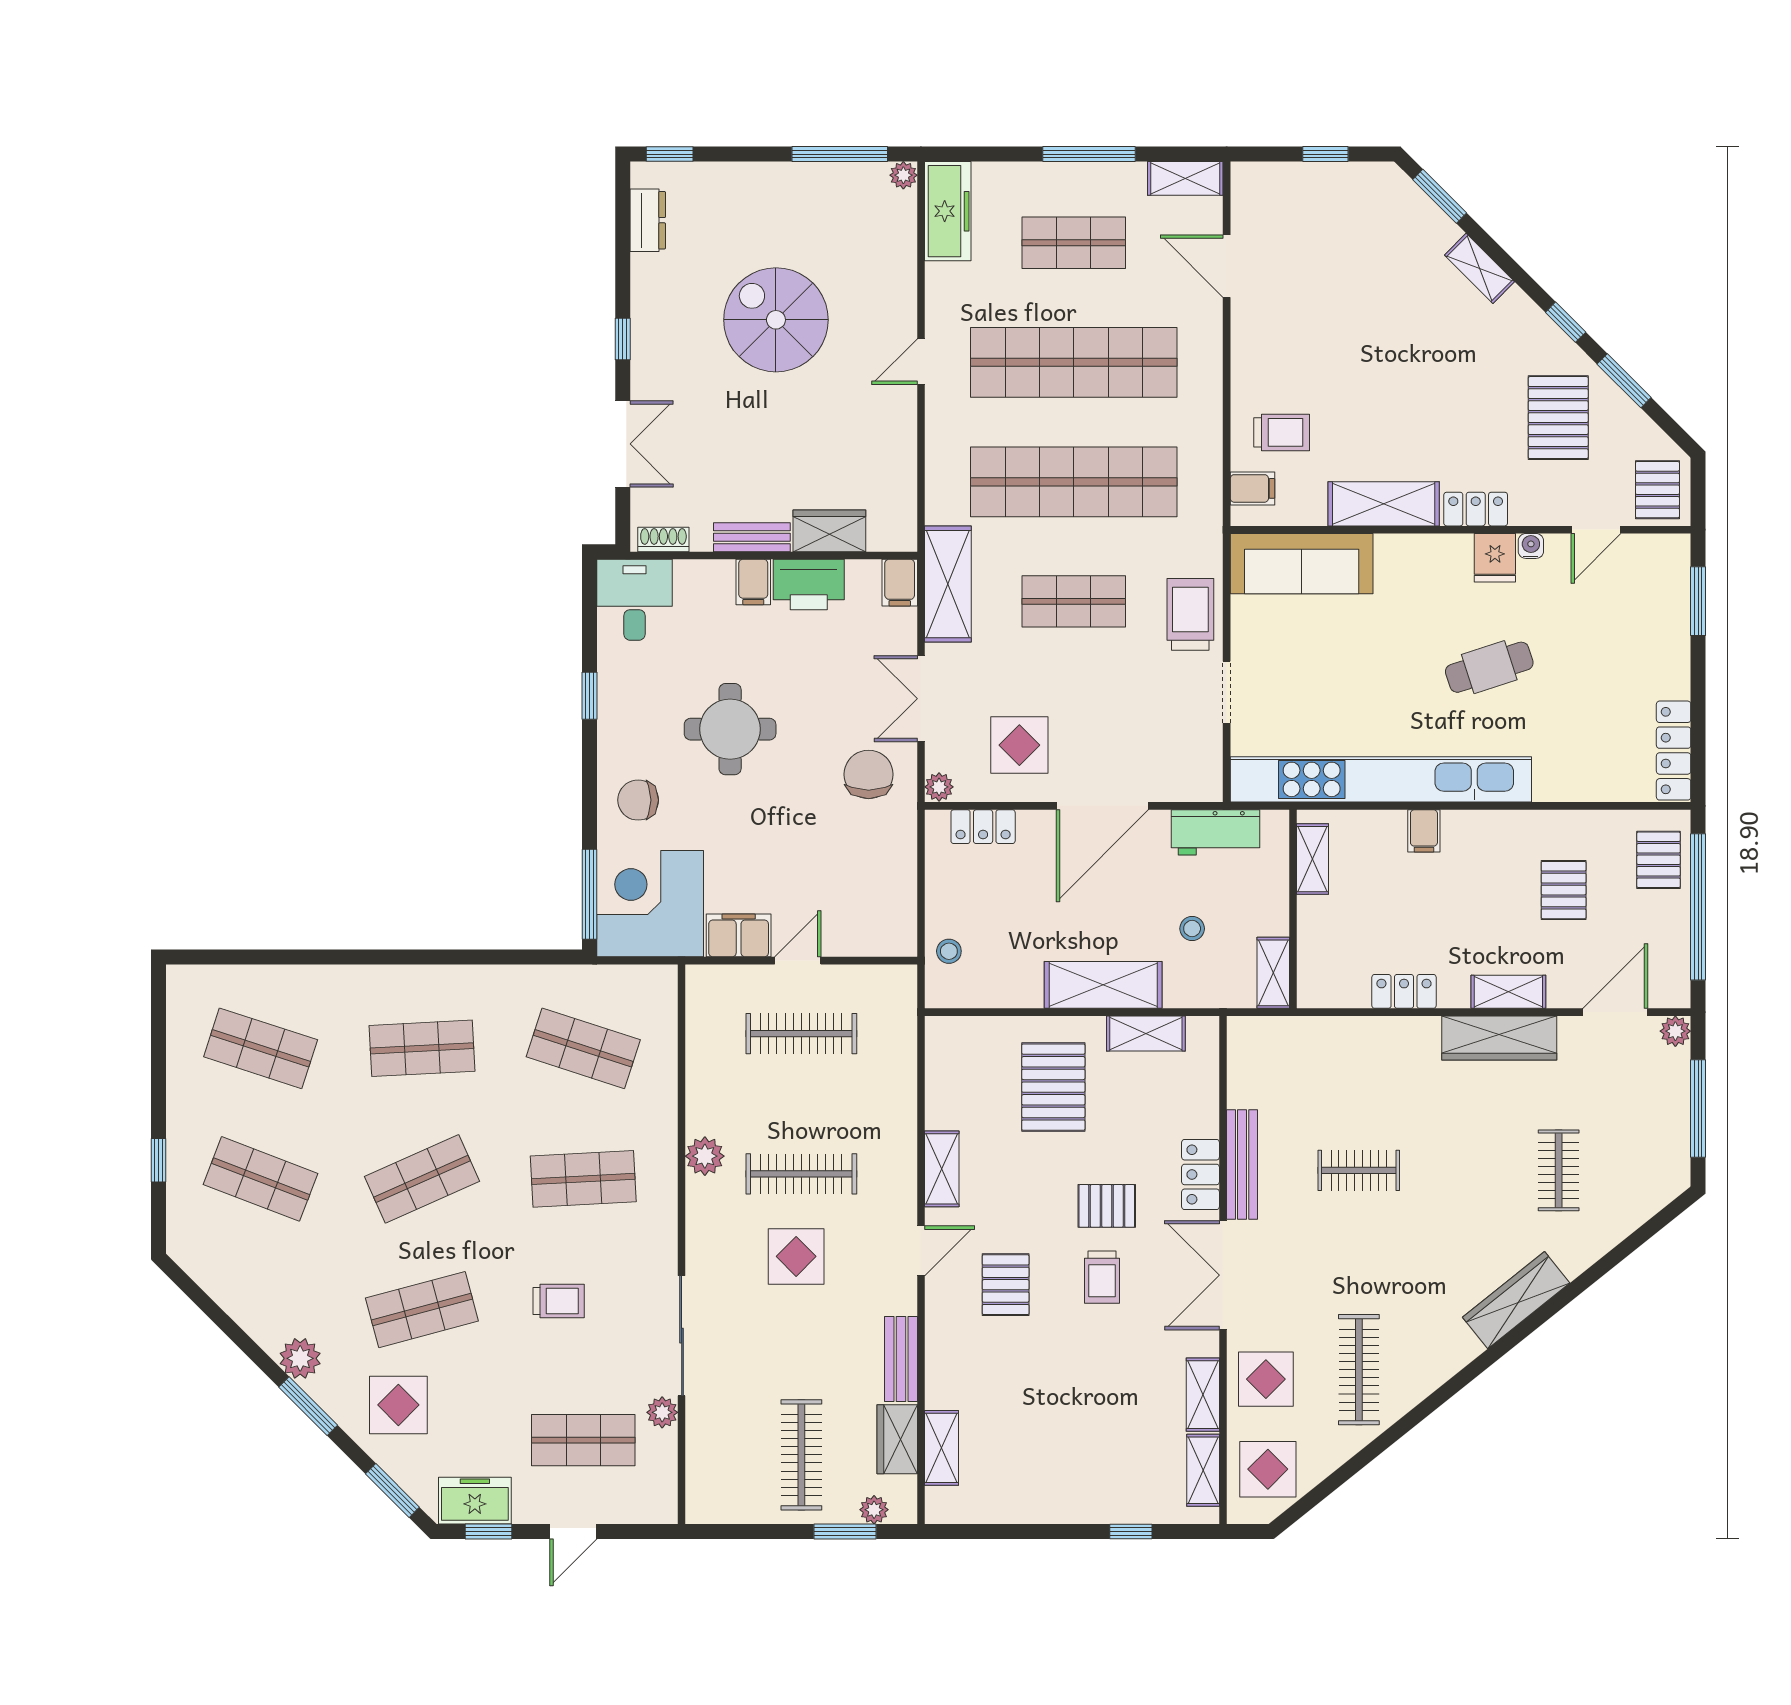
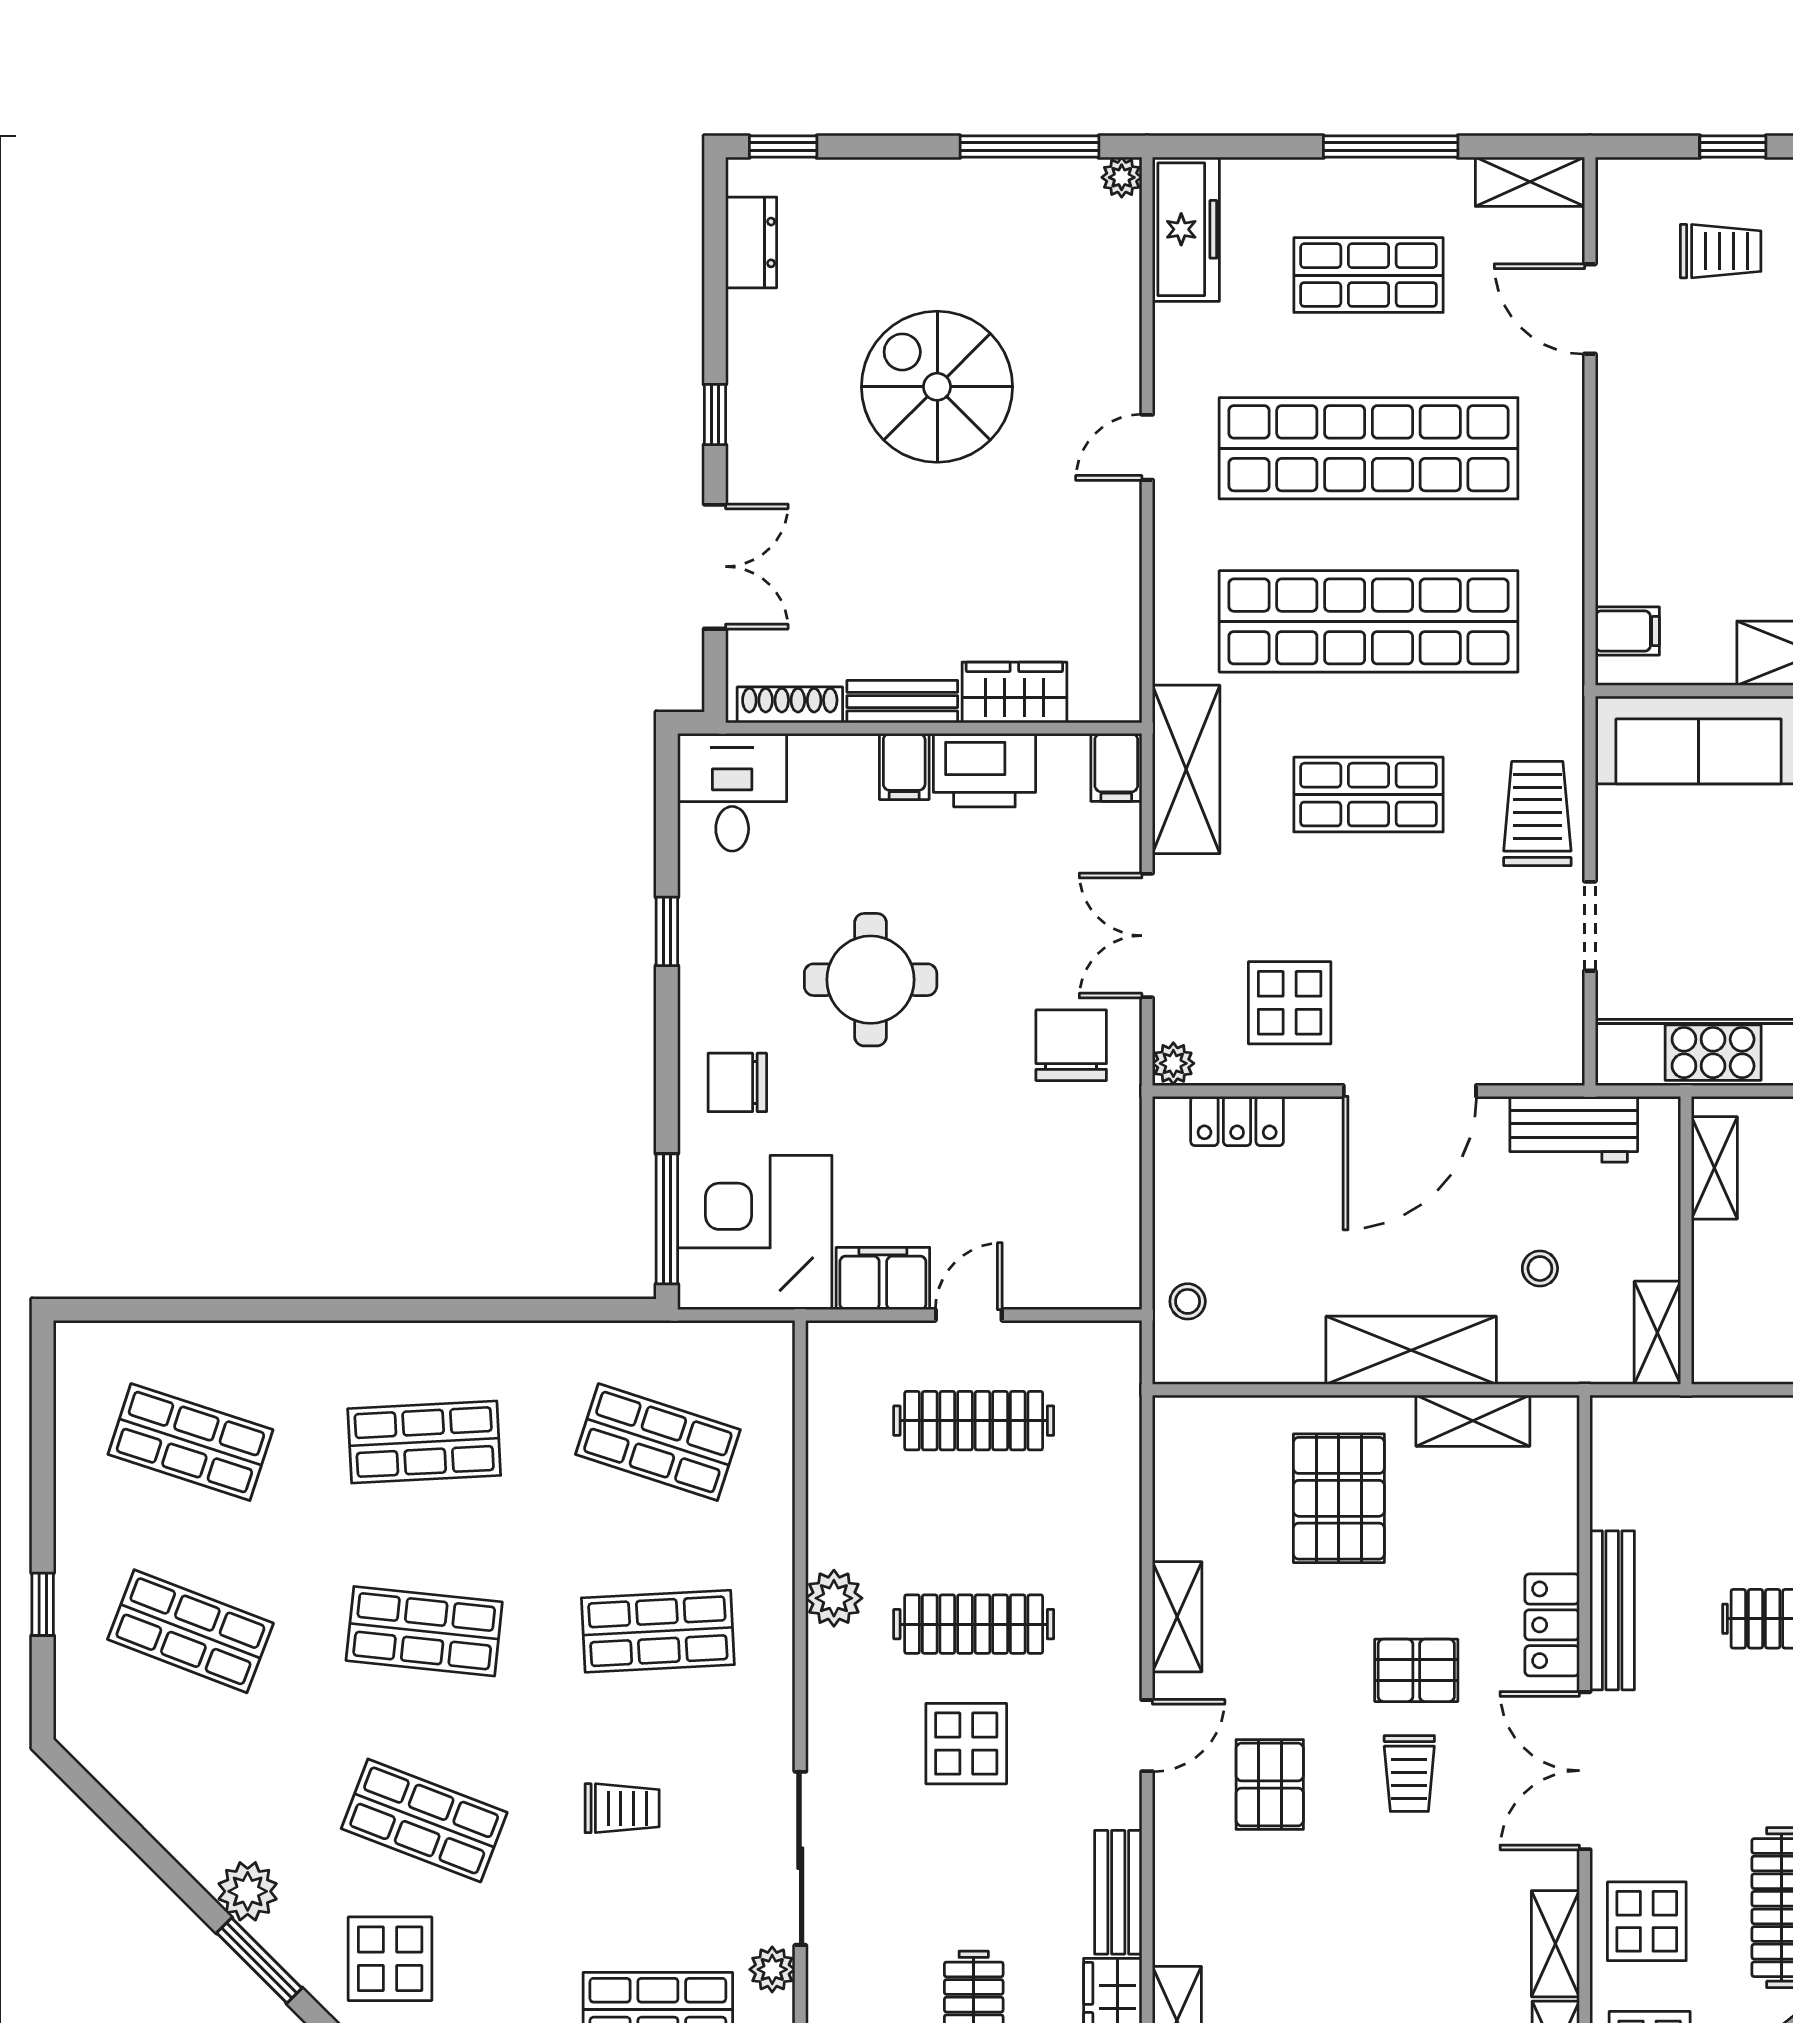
trolley: (1282, 432) -> (1721, 251), moved
shoe rack: (663, 539) -> (790, 705), width x1.43
shop shelf: (422, 1179) -> (424, 1631), turned 30
shop shelf: (422, 1310) -> (424, 1820), turned 36

